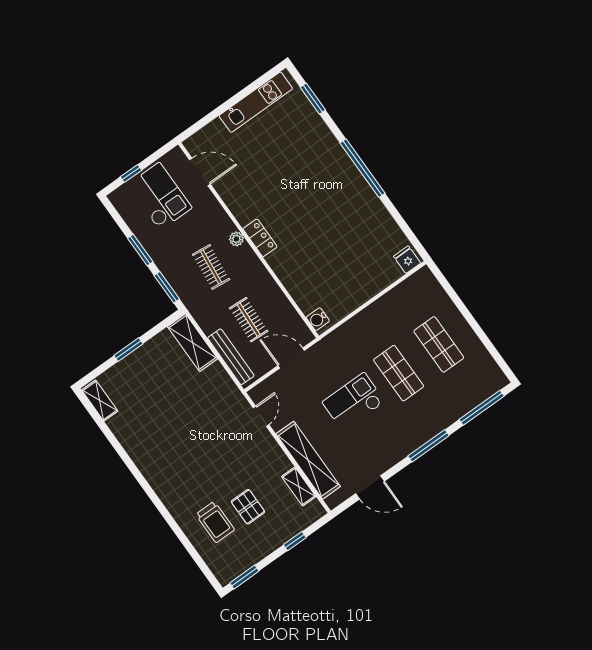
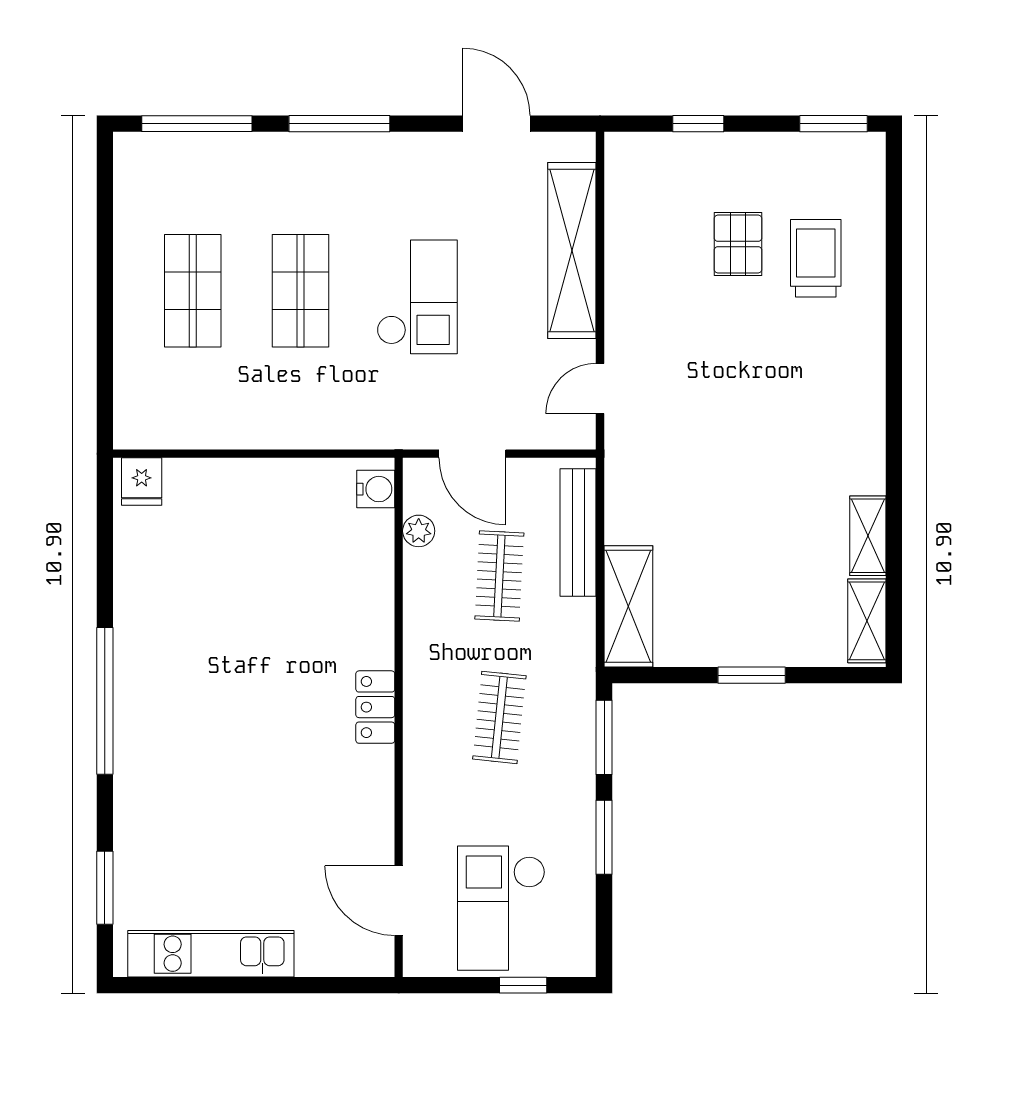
plant: (236, 239) -> (419, 531), moved
checkout: (354, 402) -> (417, 297), turned -90
shelving: (299, 486) -> (868, 536), moved

